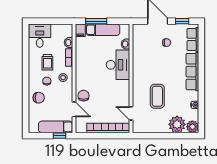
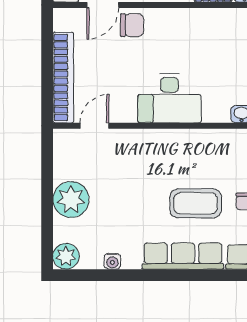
desk: (118, 65) -> (169, 98), moved
coffee table: (157, 96) -> (196, 203), moved
plant: (177, 124) -> (71, 200), moved

